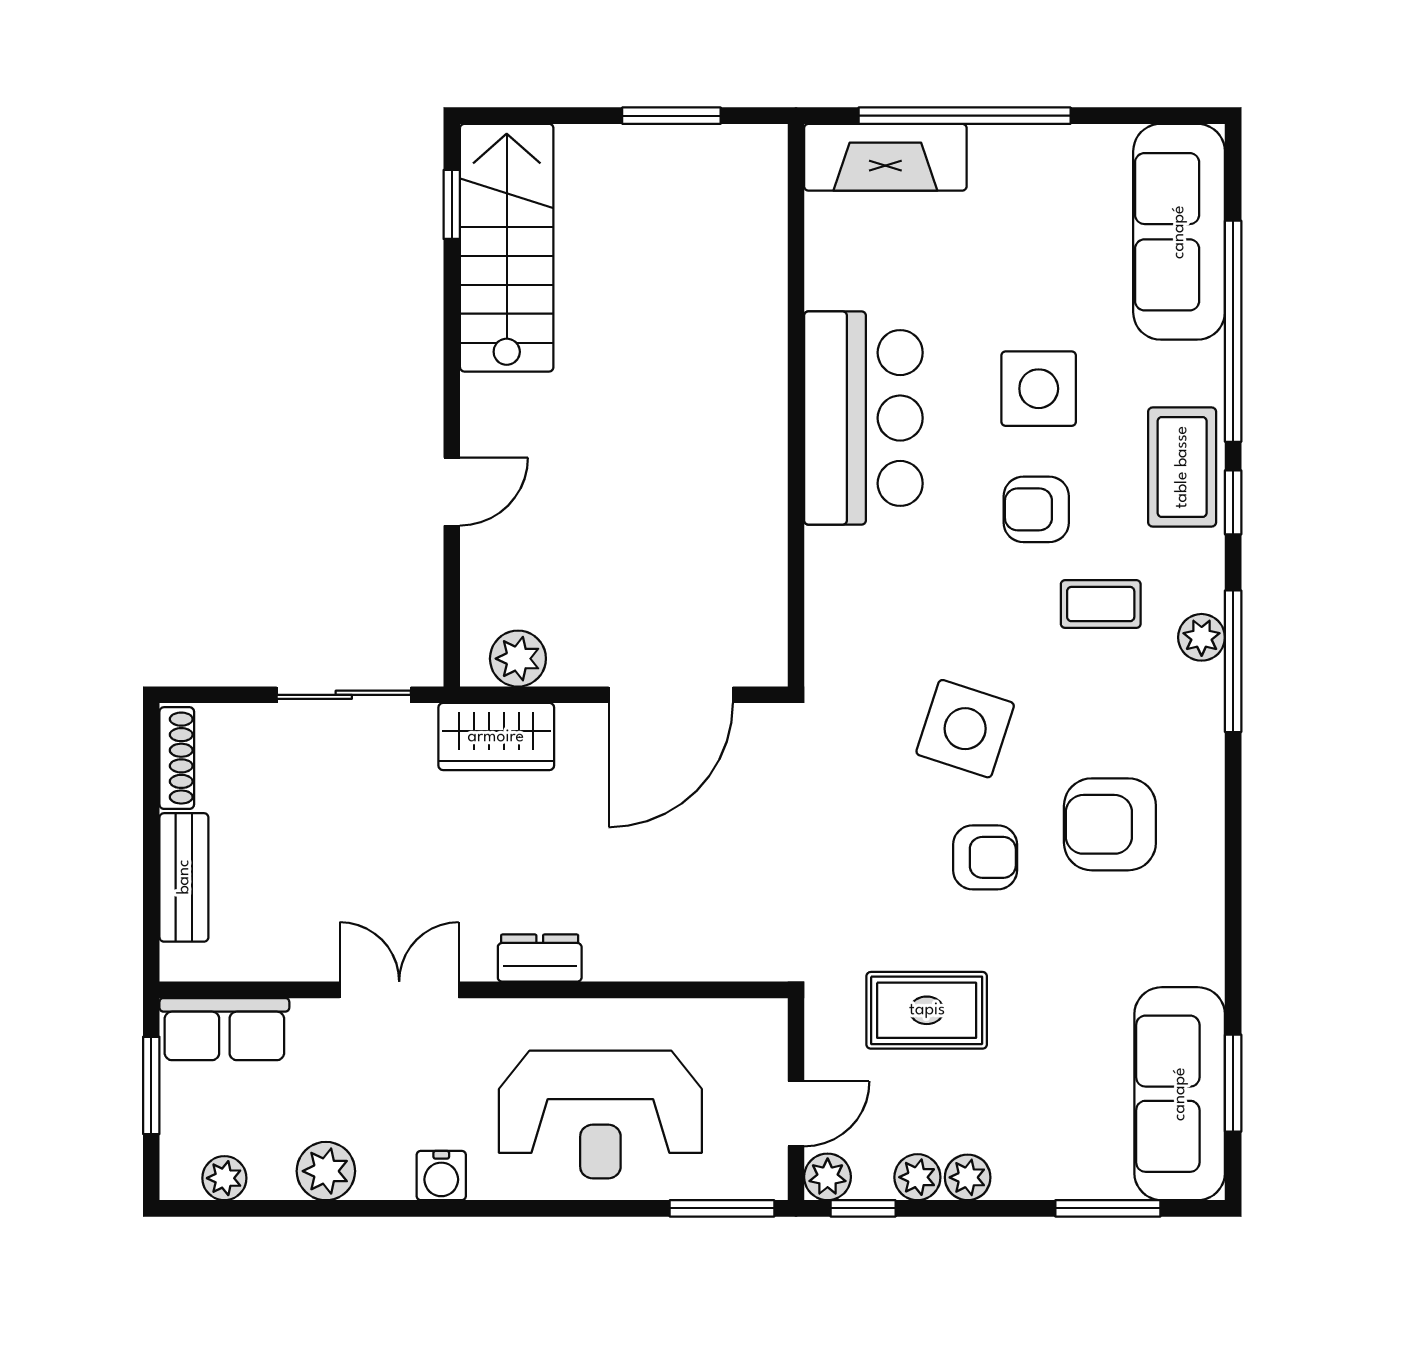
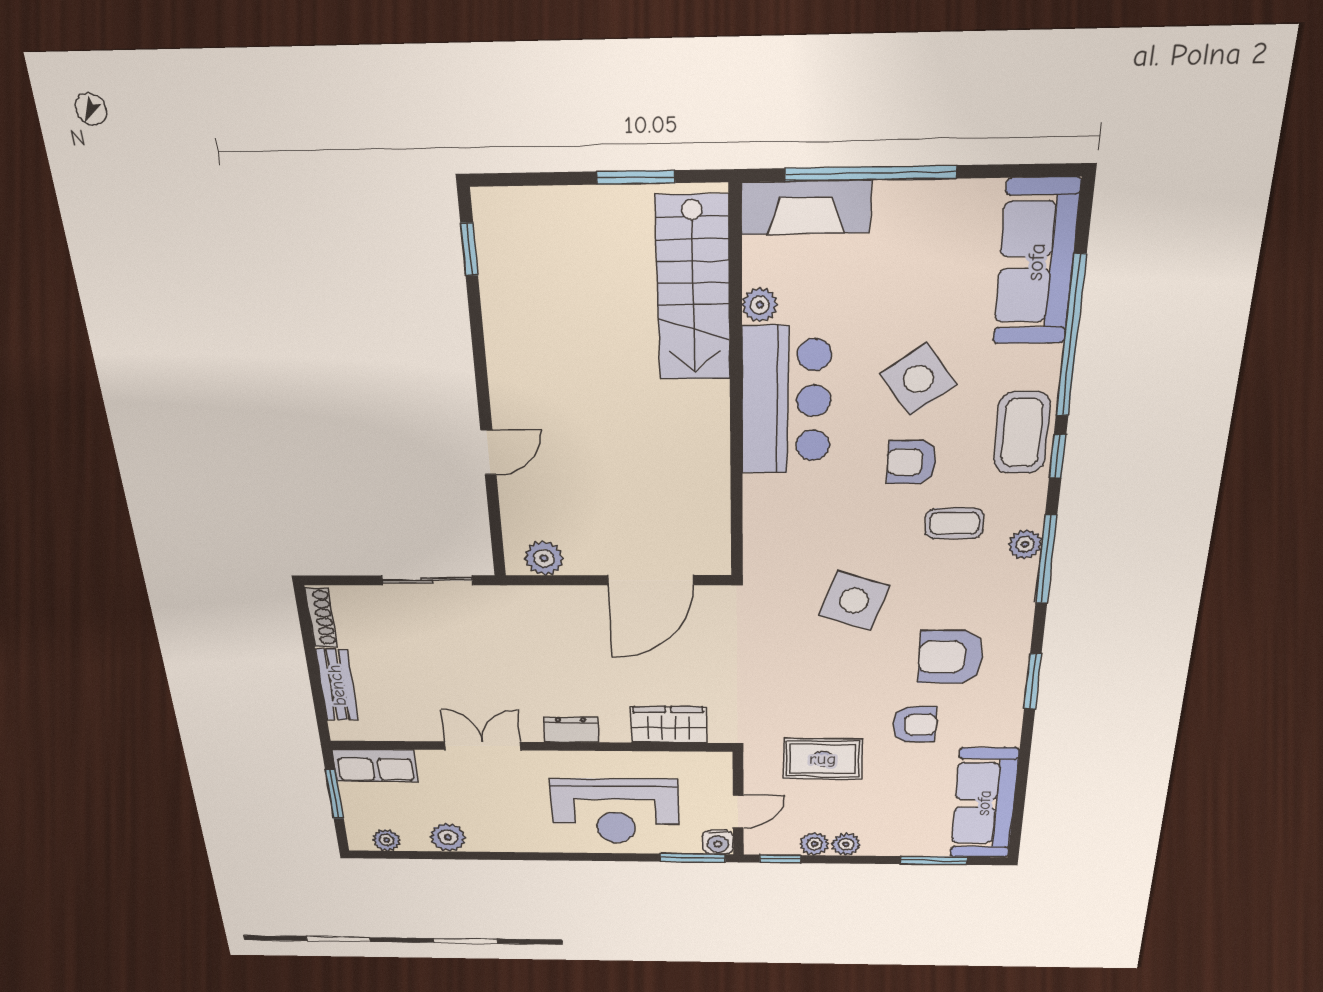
stairs: (507, 248) -> (693, 289), moved, turned 180
side table: (1039, 389) -> (918, 379), turned -36
wardrobe: (496, 737) -> (669, 725), moved, turned 180
armchair: (985, 857) -> (914, 725), moved
window: (1233, 1083) -> (1033, 682), moved
water cooler: (441, 1176) -> (718, 842), moved
plant: (828, 1177) -> (760, 305), moved

